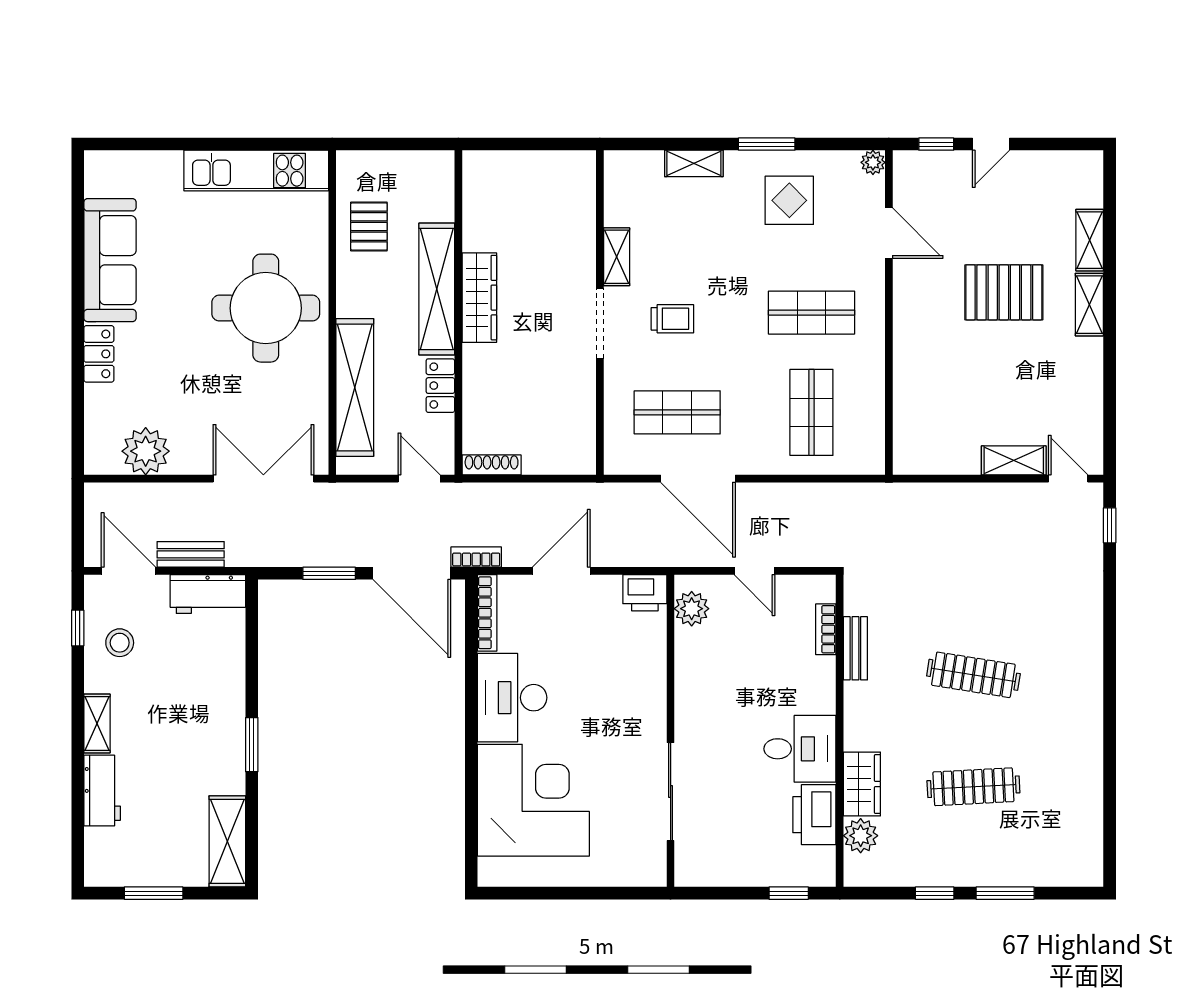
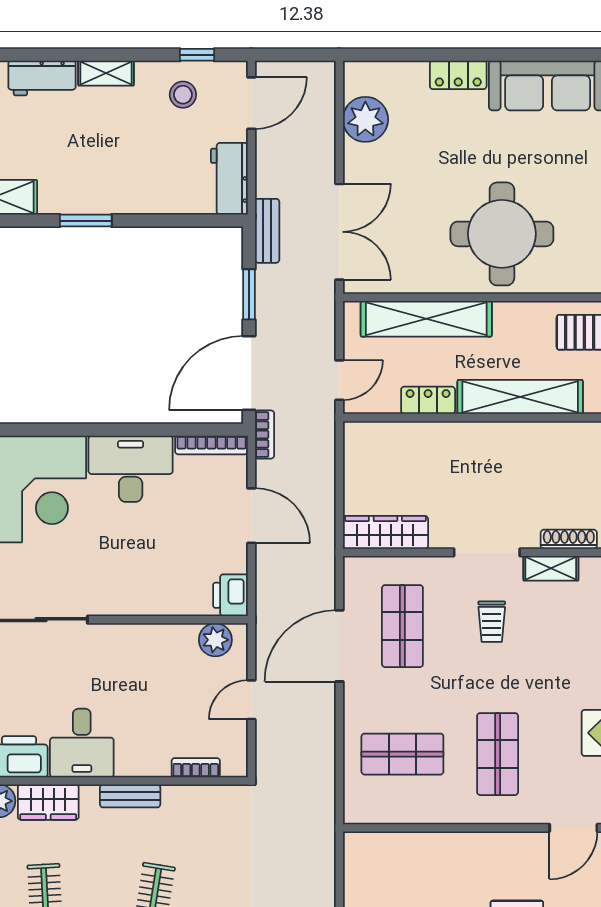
wardrobe: (479, 298) -> (385, 532), moved, turned 180
shoe rack: (492, 465) -> (569, 539), moved, turned -90
bench: (191, 554) -> (267, 231), moved
bench: (855, 648) -> (130, 796), moved

